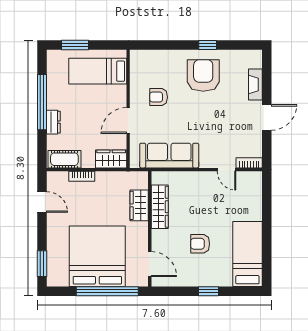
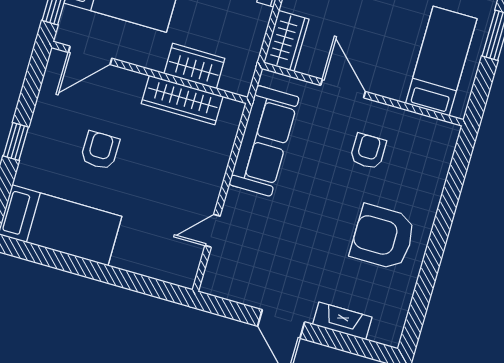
window: (208, 45) -> (432, 259), removed
armchair: (203, 75) -> (383, 237), turned 180
bookcase: (249, 163) -> (213, 272), removed

